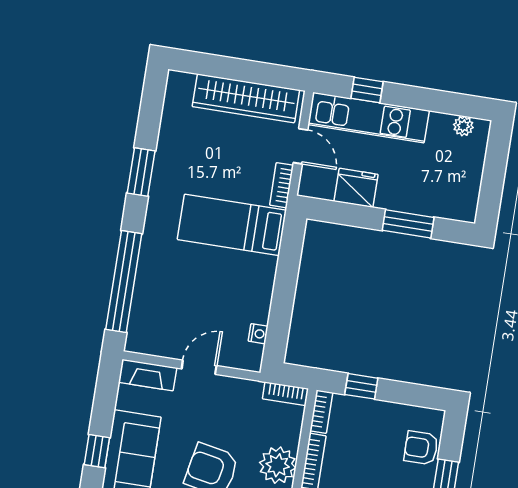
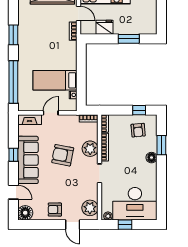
bed: (232, 225) -> (55, 80), moved
window: (361, 386) -> (139, 110), moved
armchair: (421, 448) -> (138, 130), moved, turned -95

